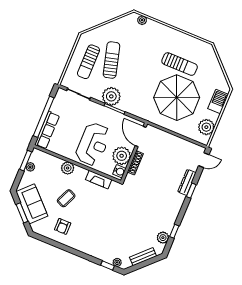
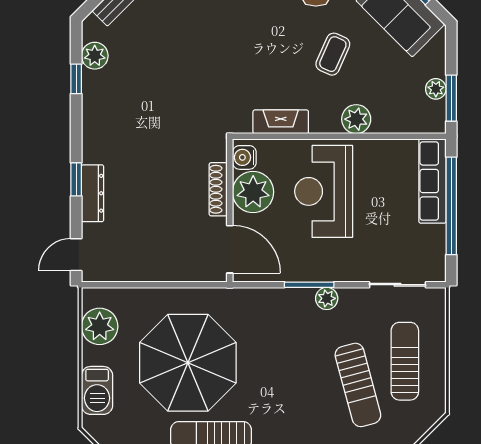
plant: (111, 96) -> (327, 298), width x0.53, depth x0.53

